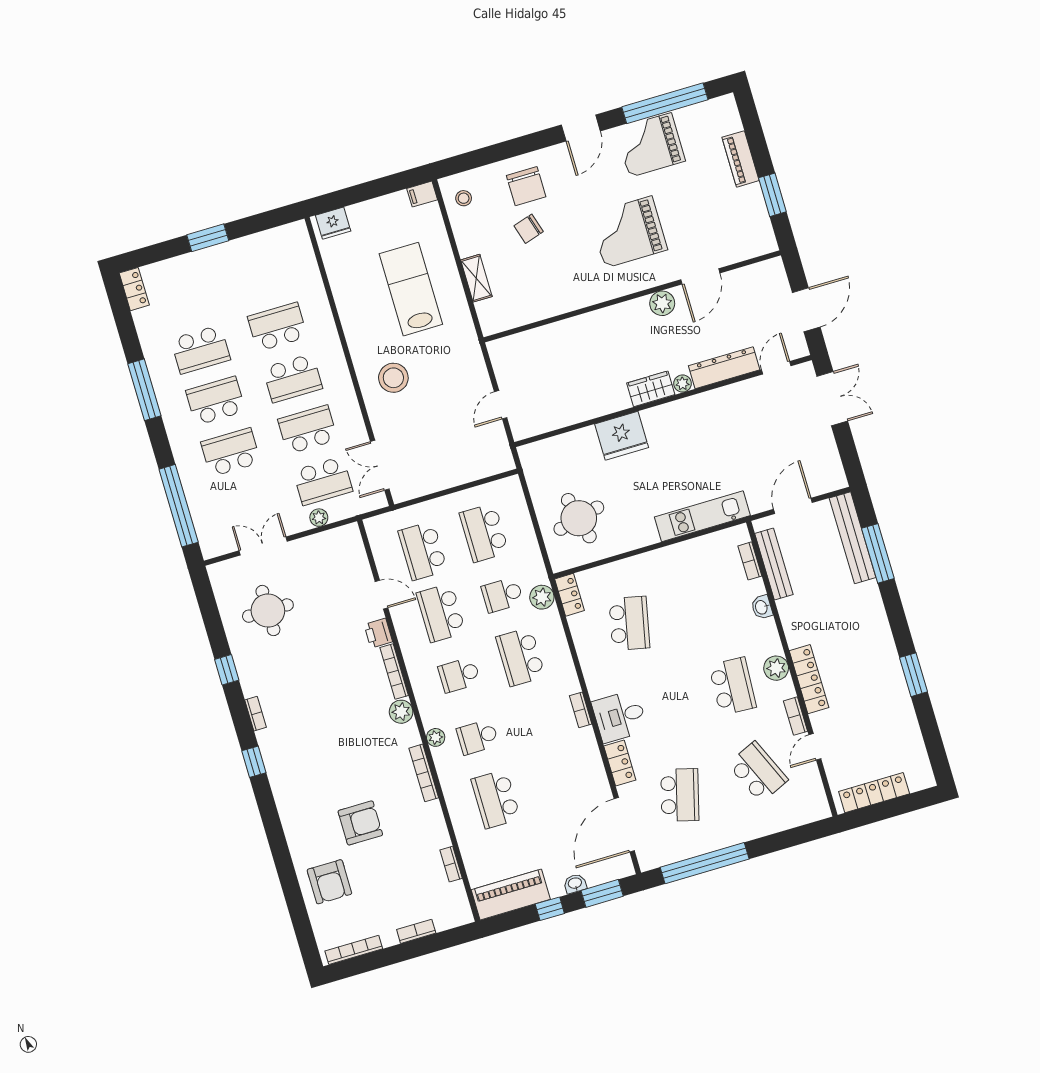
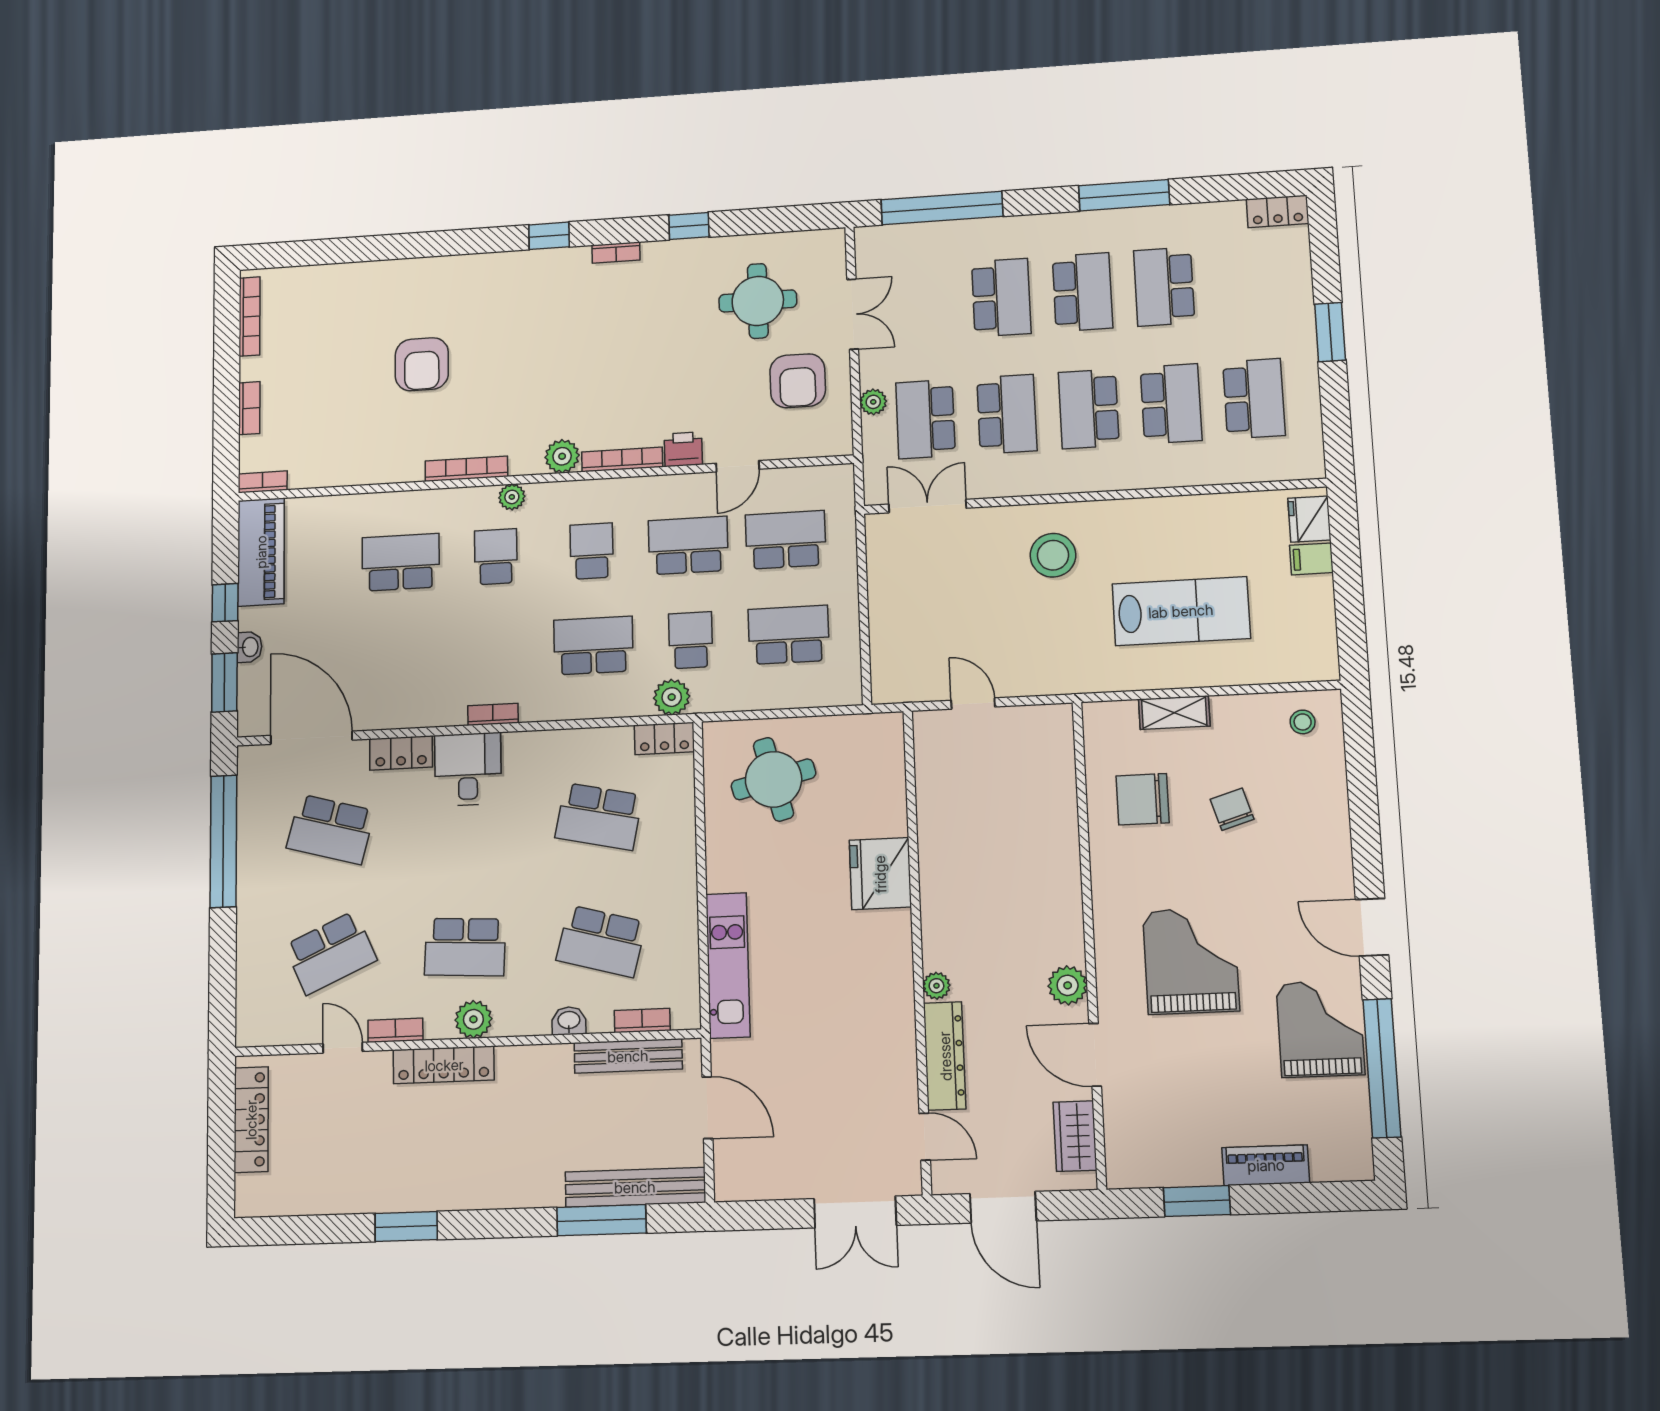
chair: (526, 186) -> (1143, 799), moved
filing cabinet: (422, 194) -> (1311, 559), moved, turned -90
school desk: (262, 276) -> (1254, 399), added
wardrobe: (651, 389) -> (1075, 1136), moved, turned 180
school desk: (707, 600) -> (601, 941), added
bookcase: (451, 864) -> (263, 482), moved
armchair: (329, 882) -> (798, 381), moved, turned -90

